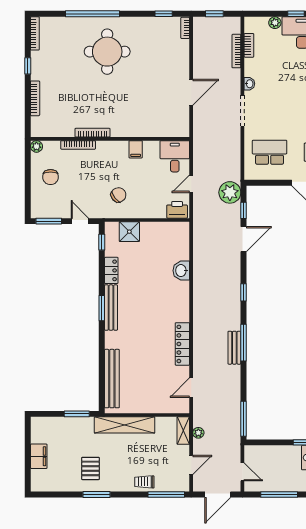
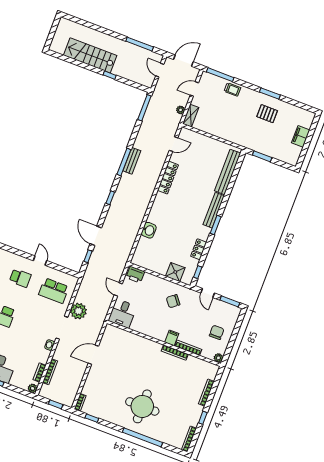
plant: (275, 23) -> (33, 388), moved
filing cabinet: (136, 149) -> (172, 338), moved
door: (191, 184) -> (118, 289), swing flipped
plant: (230, 192) -> (78, 311), moved
door: (244, 239) -> (96, 236), hinge flipped
bench: (111, 308) -> (214, 210), moved
shelving: (125, 425) -> (231, 135), removed
pallet: (90, 468) -> (267, 114), turned 90

